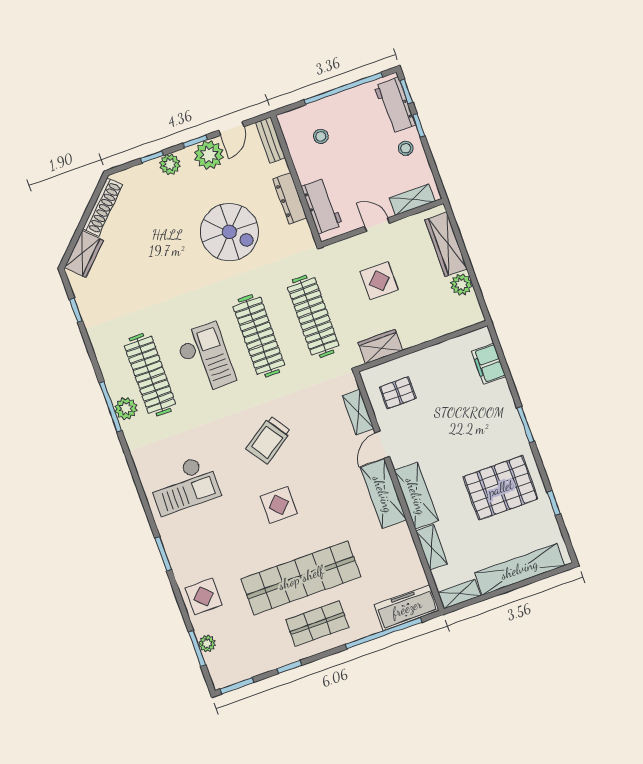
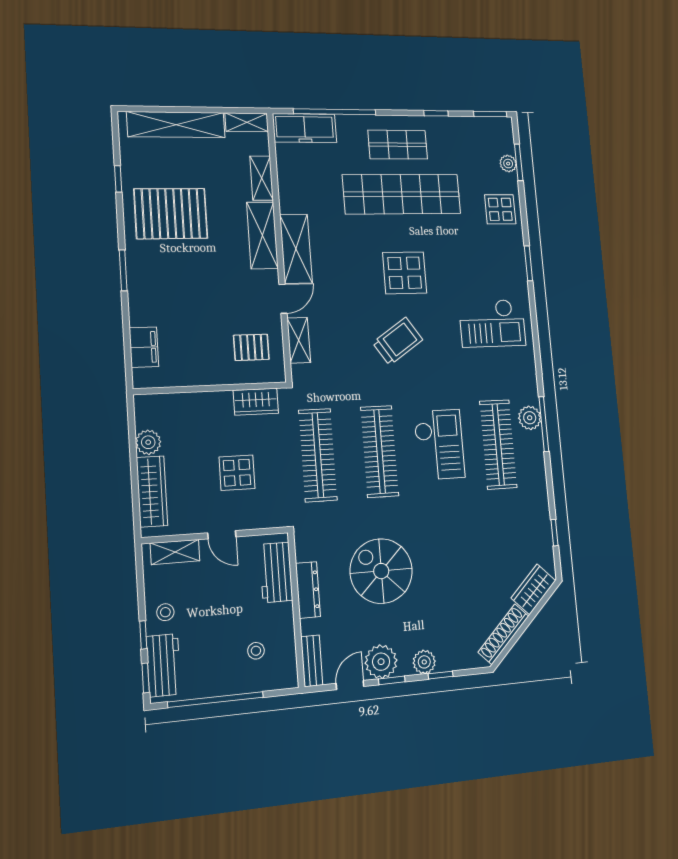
checkout: (206, 358) -> (439, 444), turned 180
checkout: (184, 485) -> (492, 323), turned 180
display table: (279, 505) -> (405, 273), width x1.36, depth x1.36

